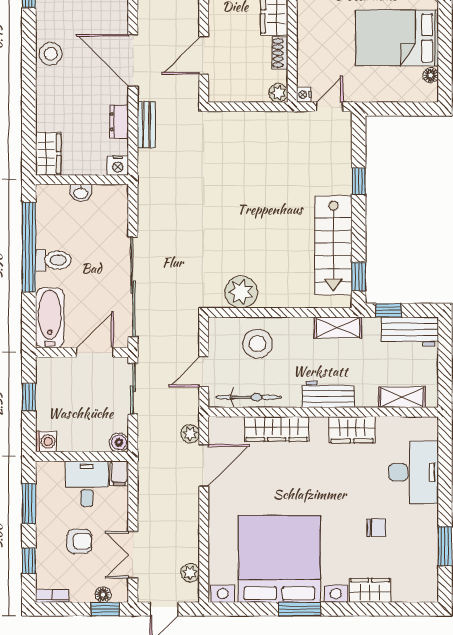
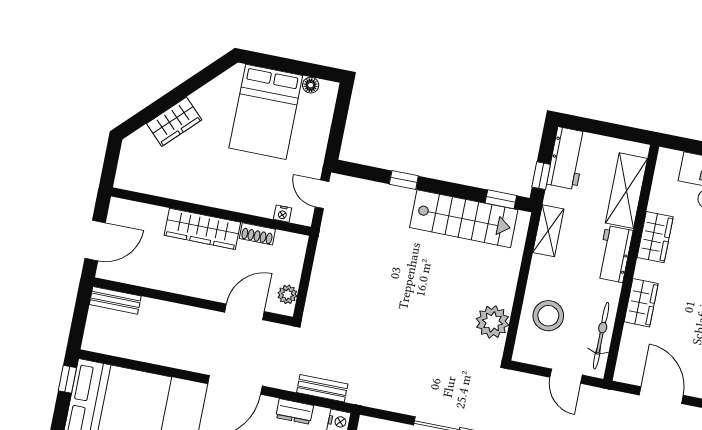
door: (204, 56) -> (245, 312), swing flipped
plant: (278, 93) -> (287, 294), moved
nightstand: (304, 95) -> (283, 214), moved
bench: (146, 125) -> (322, 388), moved
shelving: (402, 397) -> (626, 191), width x1.50, depth x1.33
wardrobe: (277, 429) -> (641, 303), width x0.67
plant: (190, 434) -> (626, 403), removed

